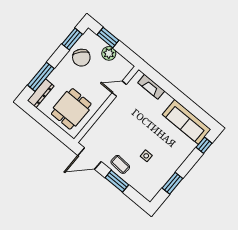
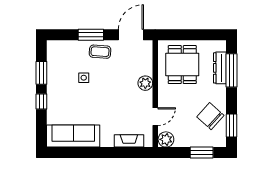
plant: (109, 53) -> (166, 139), moved
dresser: (41, 93) -> (220, 68), moved
plant: (107, 117) -> (145, 83), added
window: (204, 145) -> (41, 101), moved

